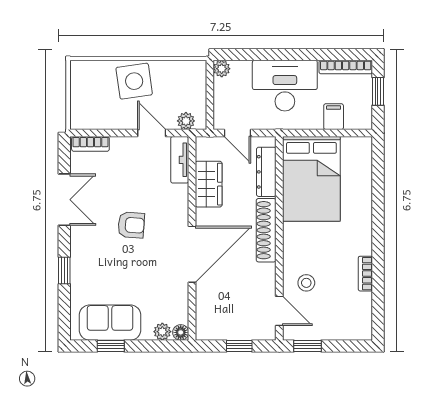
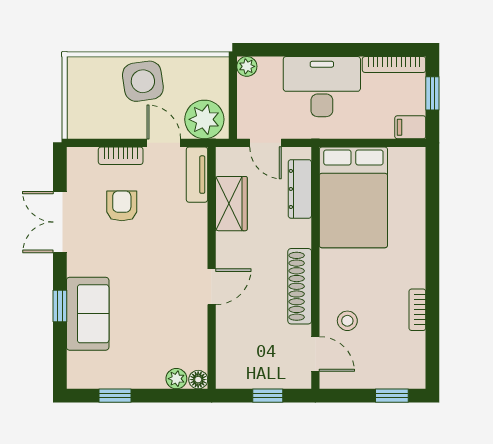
filing cabinet: (334, 117) -> (410, 127), moved, turned -90
plant: (186, 121) -> (204, 119), width x1.88, depth x1.88
bookcase: (90, 144) -> (121, 156), moved
double door: (64, 200) -> (60, 222), swing flipped
armchair: (131, 225) -> (122, 206), moved, turned -94
shoe rack: (266, 230) -> (300, 286), moved
door: (192, 254) -> (212, 287), width x0.53
sofa: (110, 323) -> (88, 314), moved, turned 90
window: (307, 346) -> (392, 396), moved

